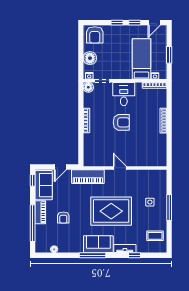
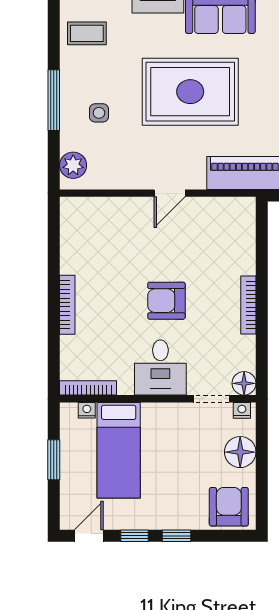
door: (120, 168) -> (170, 193), hinge flipped
plant: (161, 180) -> (73, 165), added

